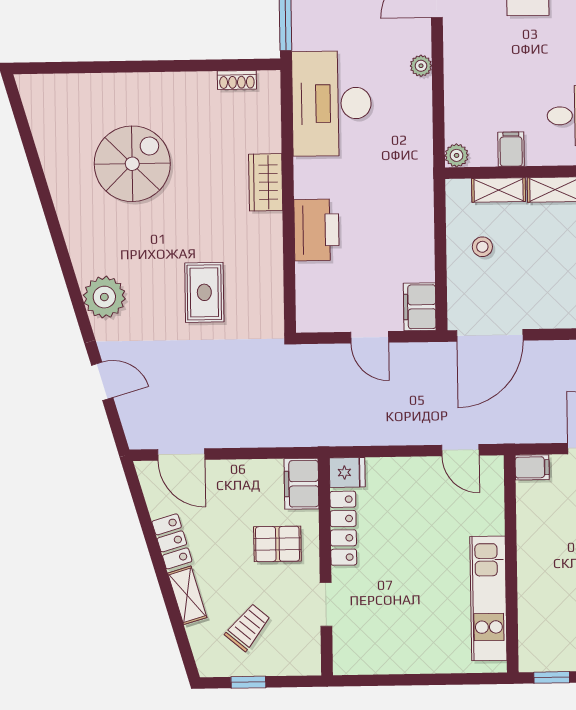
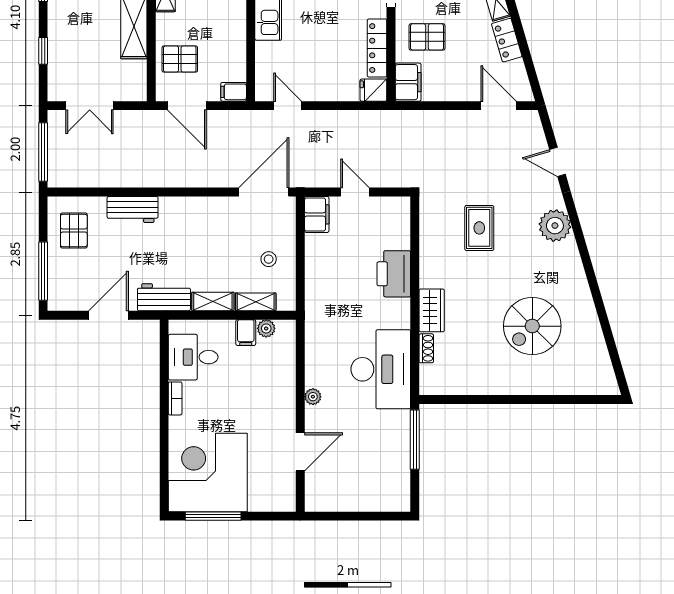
shoe rack: (237, 80) -> (426, 348), moved, turned 90
plant: (457, 155) -> (266, 328), moved

